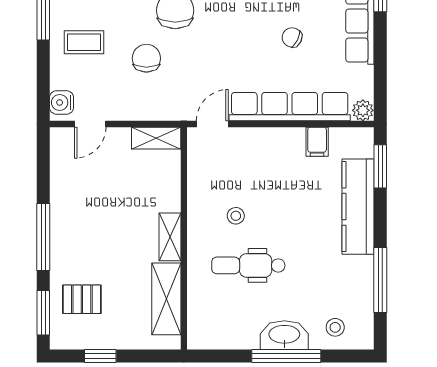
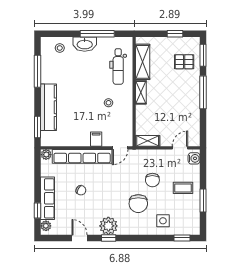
filing cabinet: (317, 142) -> (96, 139), moved
dental chair: (248, 265) -> (118, 67), moved, turned 90
window: (286, 356) -> (97, 34), moved

